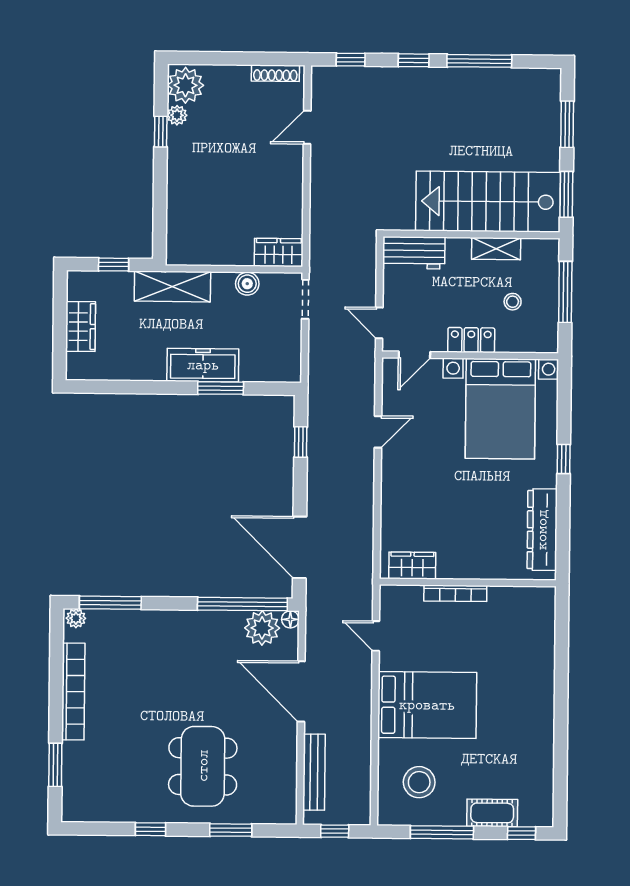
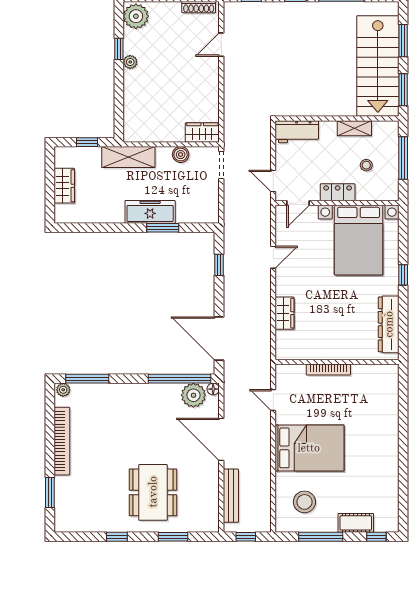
plant: (177, 115) -> (130, 62), moved
stairs: (488, 202) -> (378, 66), moved, turned -90
wardrobe: (412, 565) -> (285, 313), moved, turned 90

